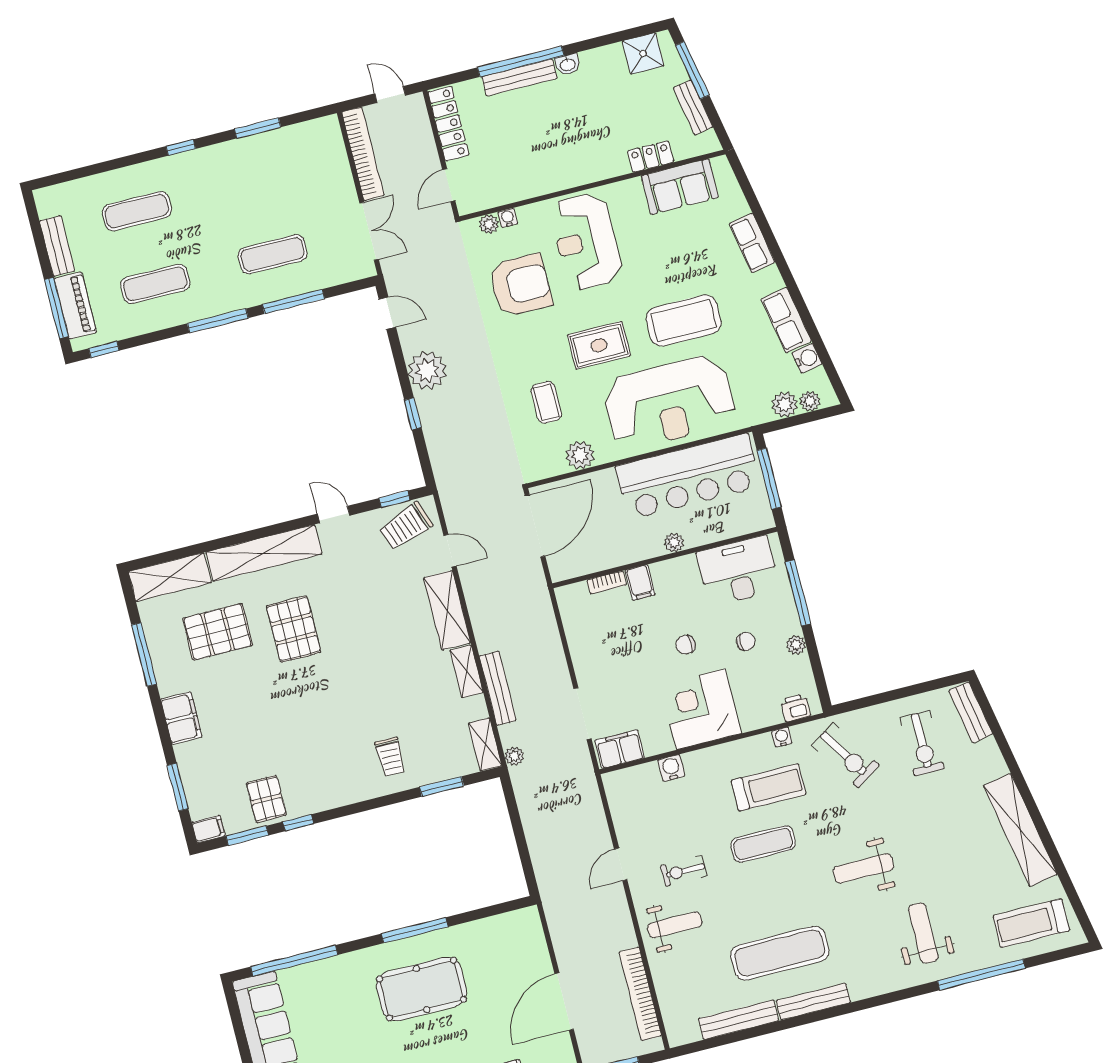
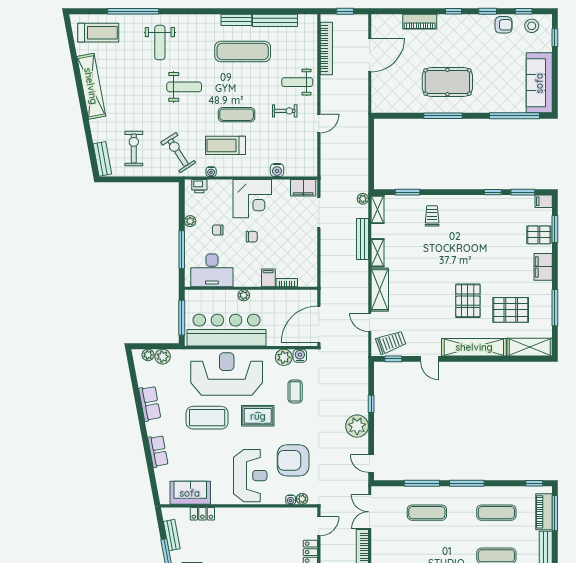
water cooler: (807, 358) -> (300, 356), moved, turned 101
pallet: (266, 799) -> (539, 235), moved, turned 90
bench: (813, 1002) -> (236, 20), width x0.73

